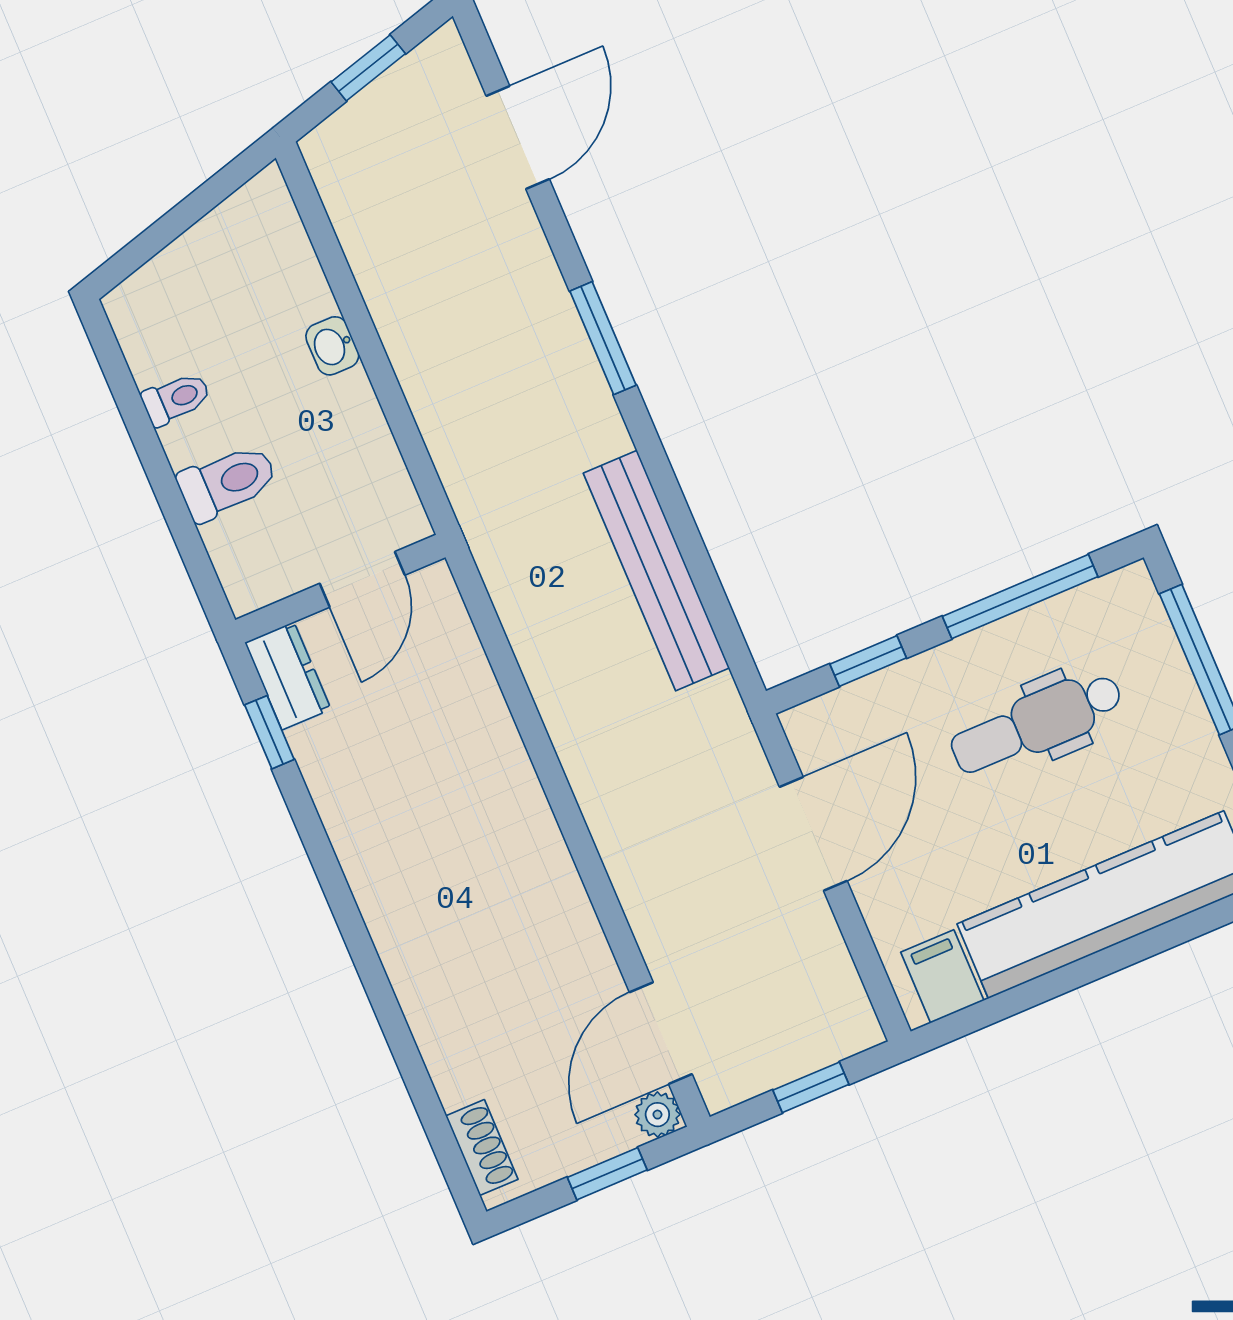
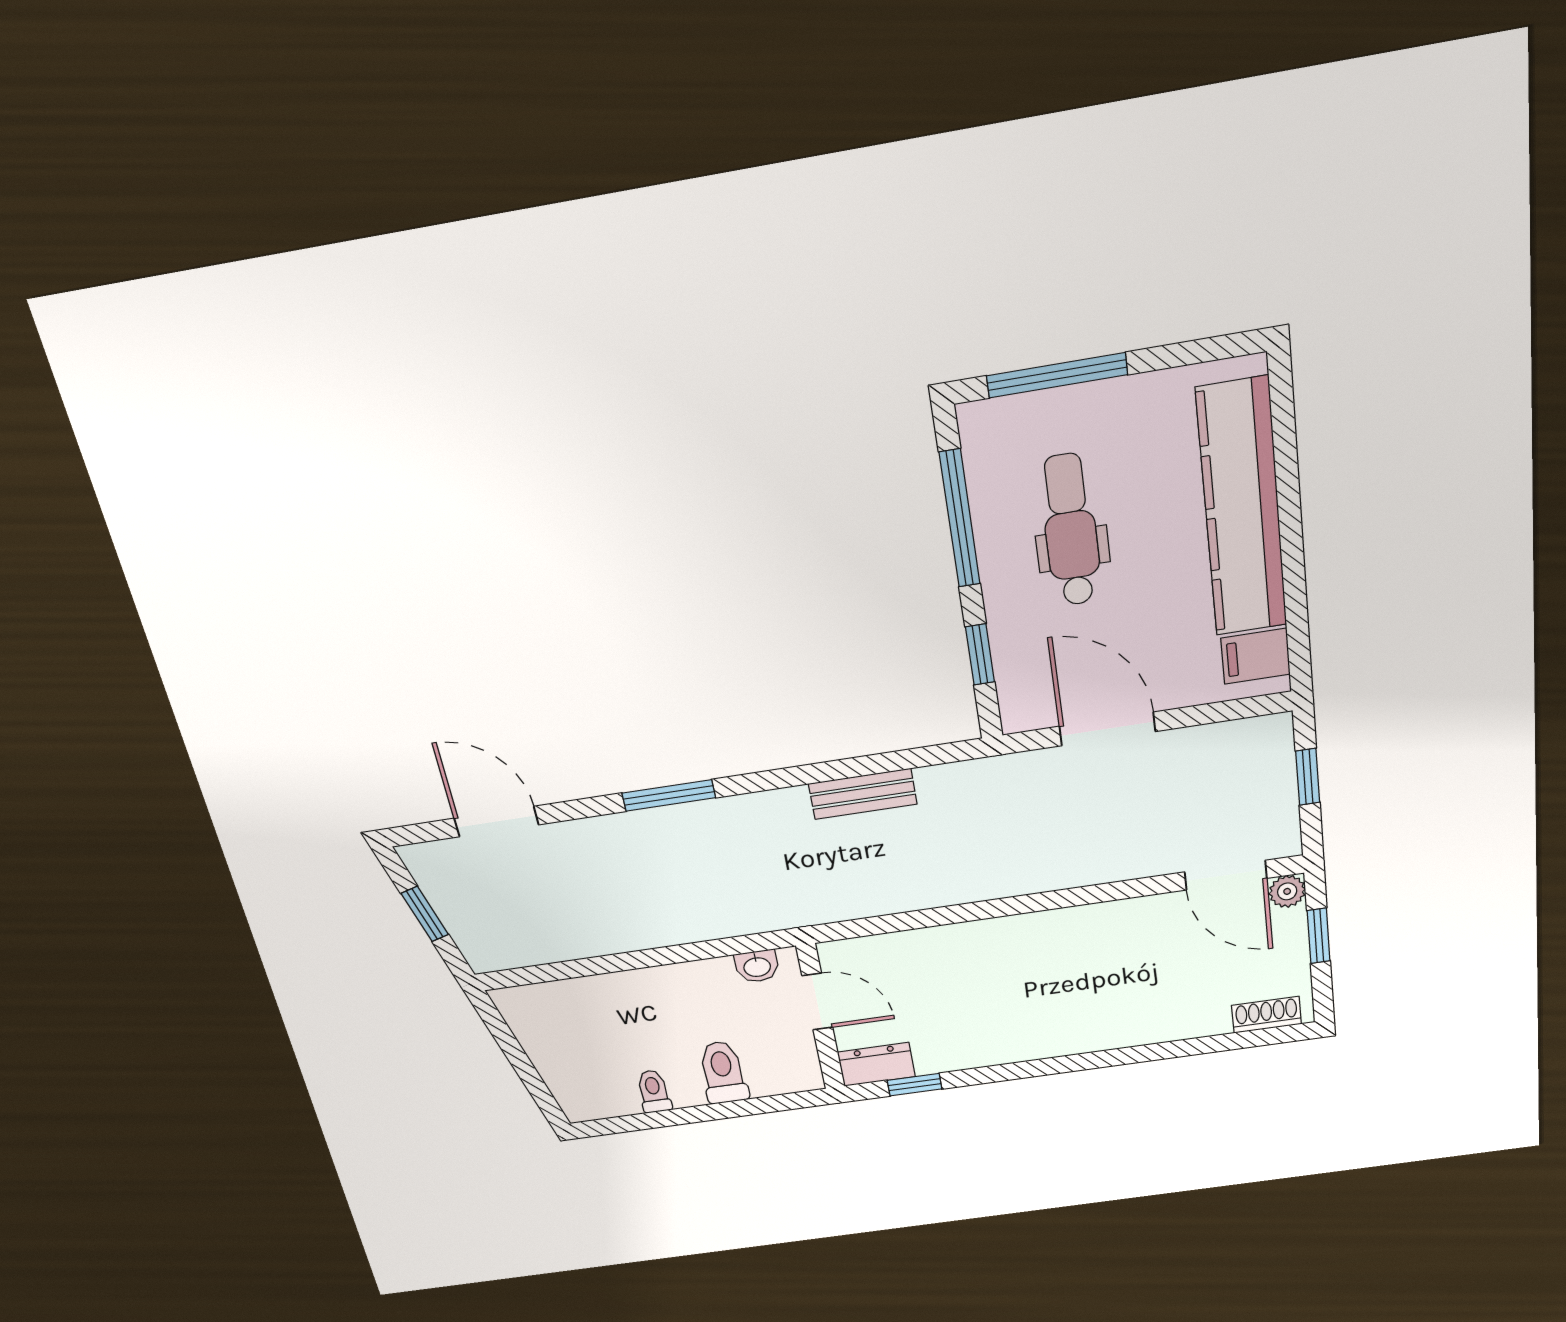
washbasin: (332, 346) -> (757, 966), moved
bench: (656, 571) -> (863, 794), width x0.54, depth x0.82
dental chair: (1037, 723) -> (1071, 530), turned 180

